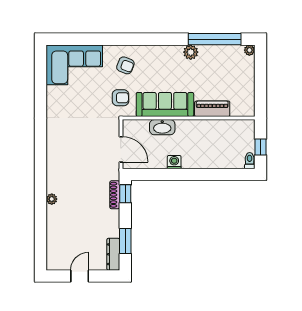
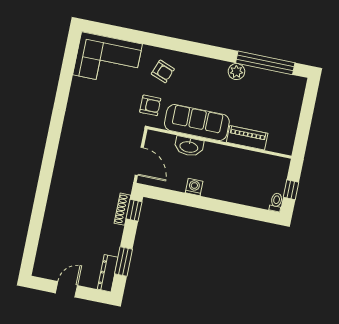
plant: (249, 50) -> (300, 83), removed
plant: (52, 199) -> (53, 200), removed

